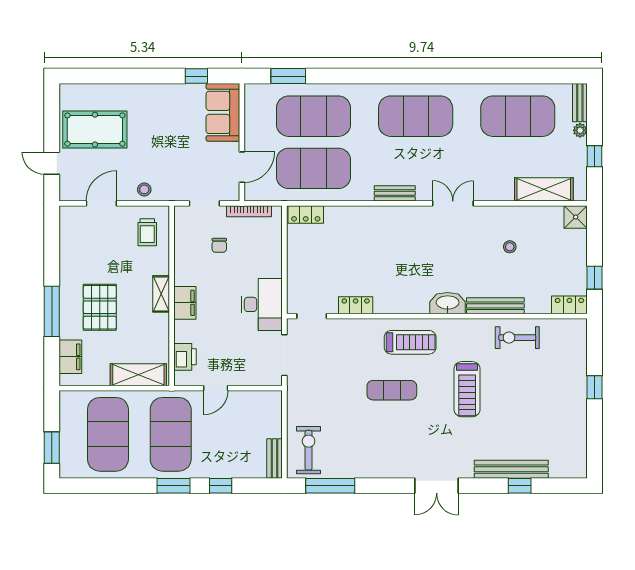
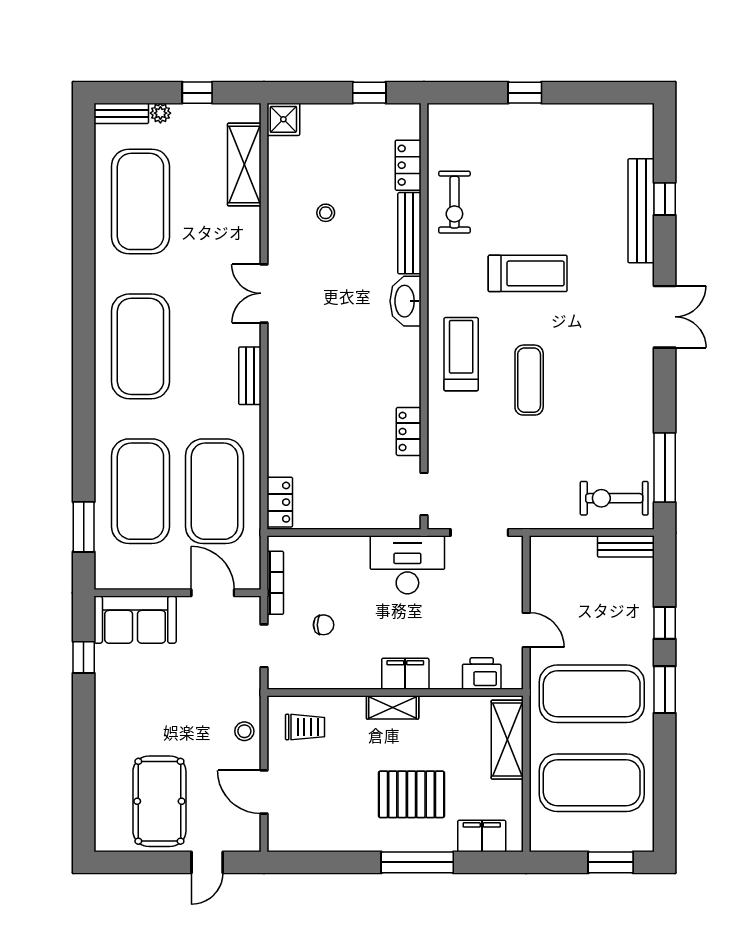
locker: (569, 305) -> (408, 165), moved

